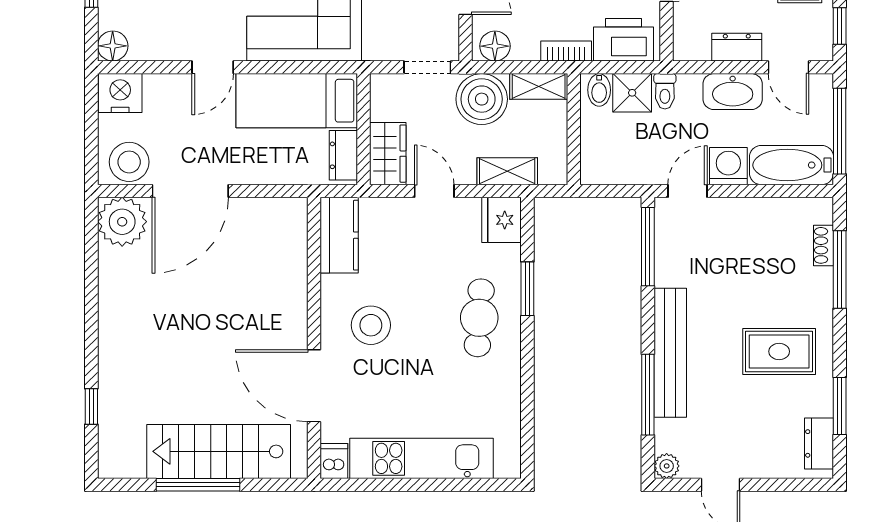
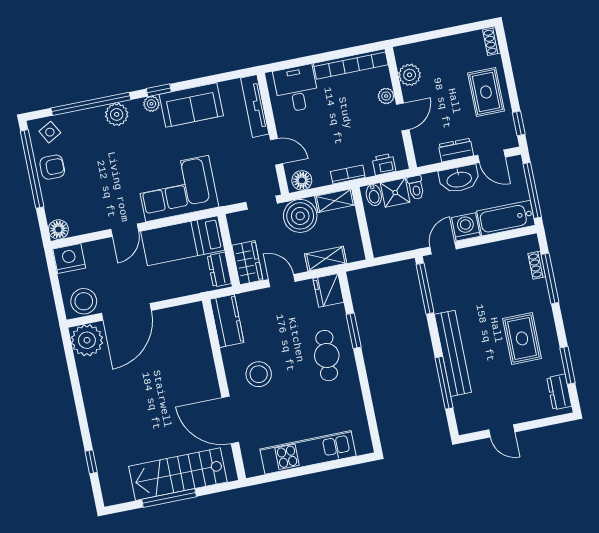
printer: (624, 40) -> (384, 164), width x0.53, depth x0.68
rug: (779, 351) -> (522, 338), turned 90
dishwasher: (334, 461) -> (252, 465), removed
plant: (667, 466) -> (465, 426), removed

